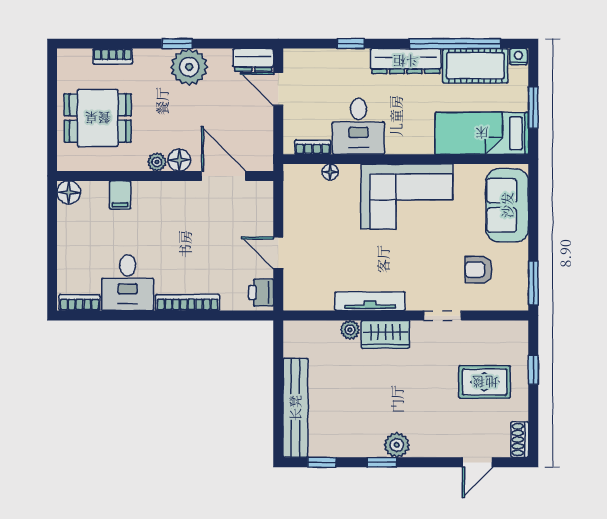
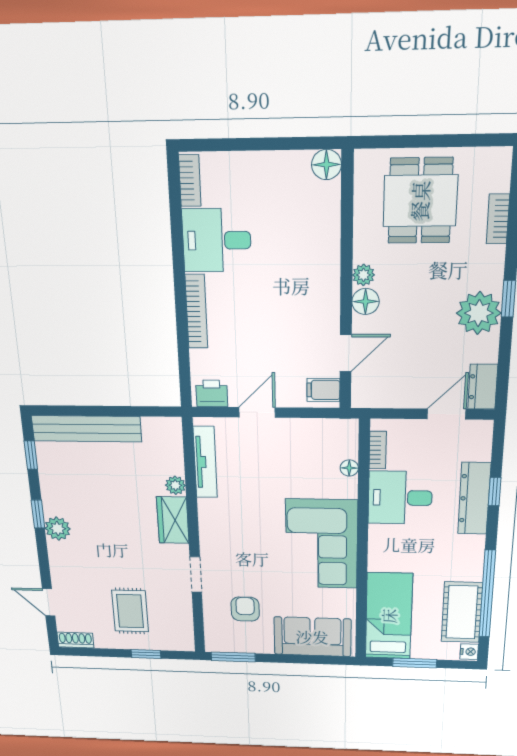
dresser: (406, 61) -> (474, 498), moved
door: (224, 176) -> (346, 353), width x0.73
filing cabinet: (120, 195) -> (323, 390), moved
tv unit: (370, 301) -> (205, 462), moved

